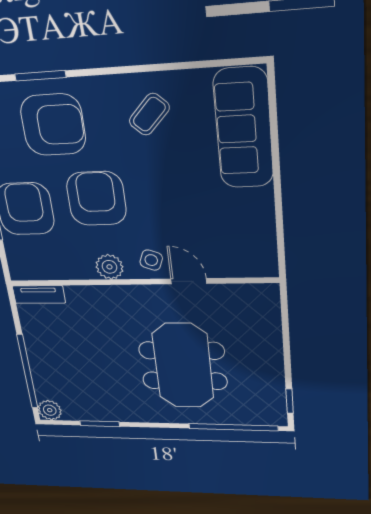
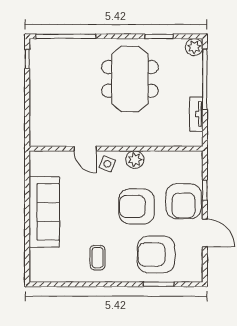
coffee table: (149, 114) -> (97, 258), turned -43
sofa: (244, 129) -> (44, 212), moved
armchair: (96, 199) -> (137, 206), turned 90
tv unit: (39, 295) -> (196, 114), moved, turned -90
meeting table: (183, 366) -> (130, 79), moved

